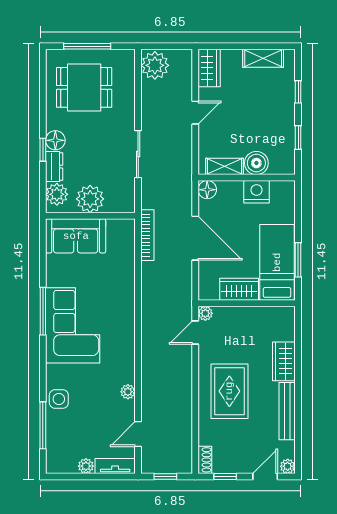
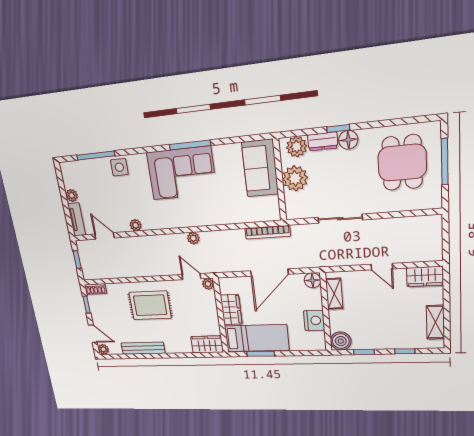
plant: (155, 65) -> (193, 238), moved, width x0.53, depth x0.53
boiler: (256, 163) -> (341, 341), moved
wardrobe: (284, 361) -> (207, 344), moved

